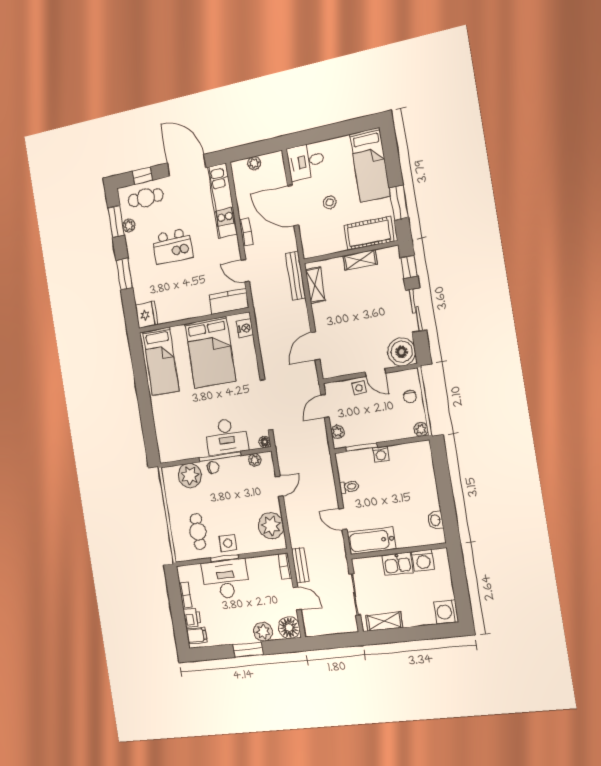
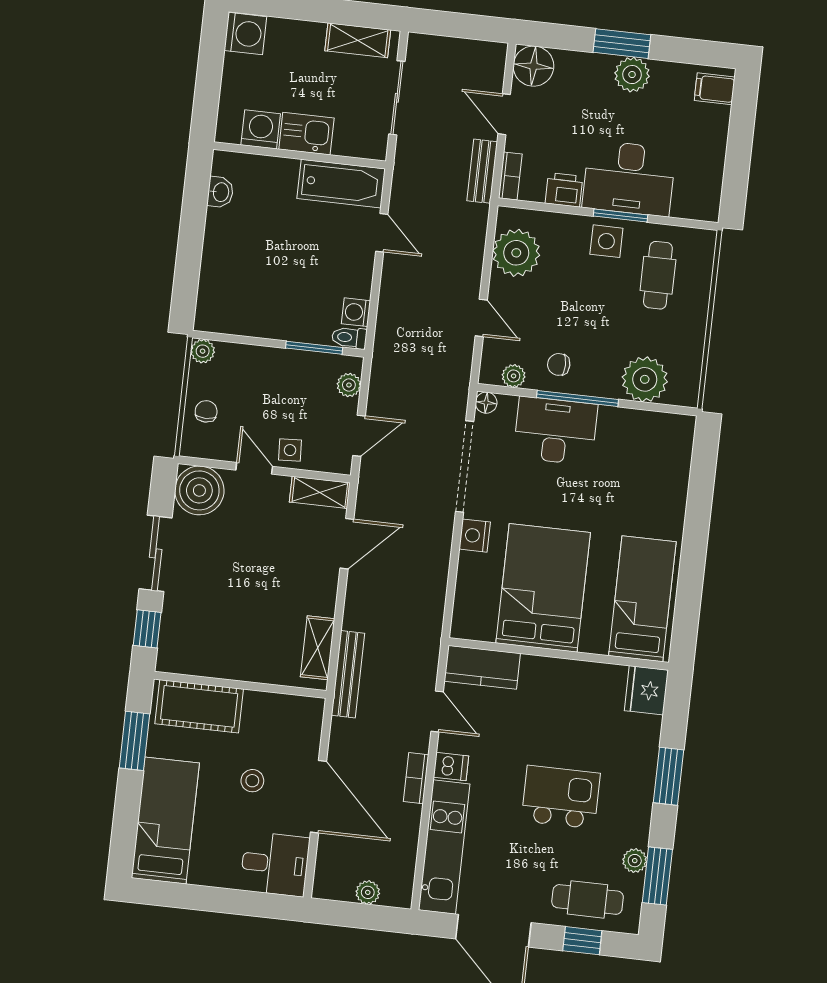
dishwasher: (230, 244) -> (451, 767), added
shelving: (360, 260) -> (320, 492), moved
nightstand: (245, 328) -> (475, 536), moved
washing machine: (381, 454) -> (356, 312), moved, turned -90
chair: (213, 467) -> (559, 364), moved
door: (279, 486) -> (481, 318), swing flipped
toilet: (349, 487) -> (349, 338), moved
bookcase: (185, 595) -> (715, 167), removed
printer: (192, 618) -> (564, 190), moved, turned 90
plant: (263, 632) -> (632, 75), moved

